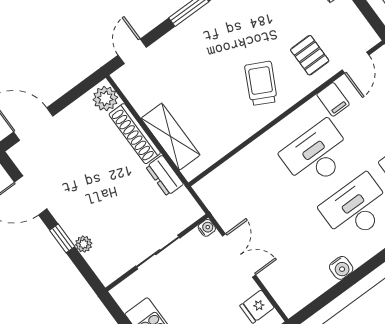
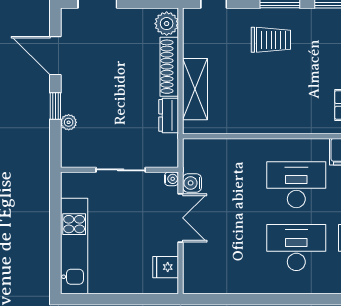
trolley: (261, 83) -> (271, 40), moved, turned 63
water cooler: (341, 268) -> (192, 183), moved, turned 90

